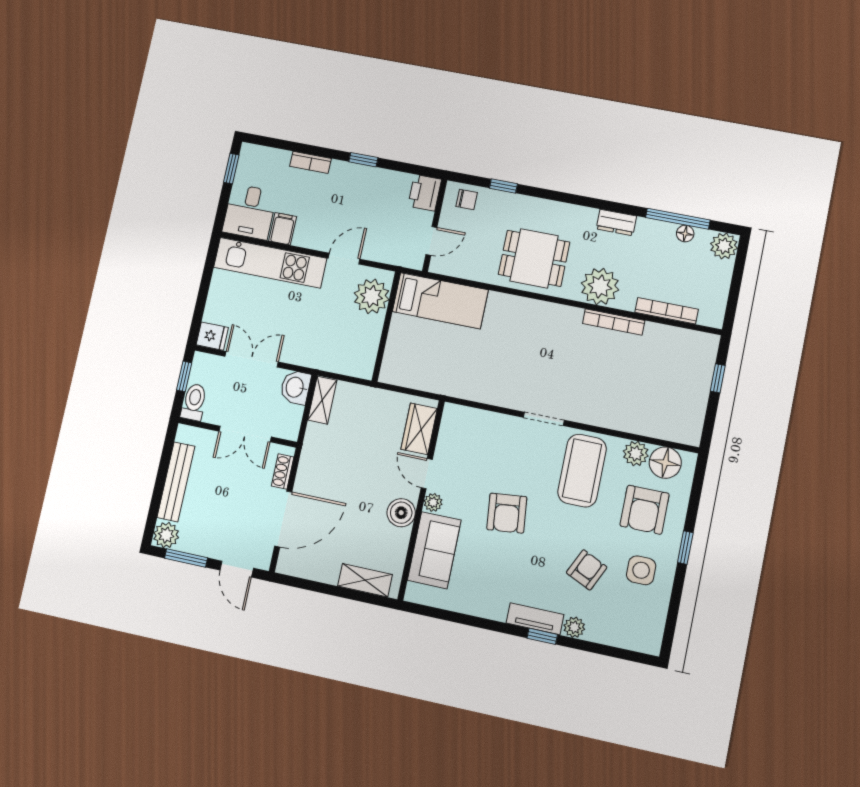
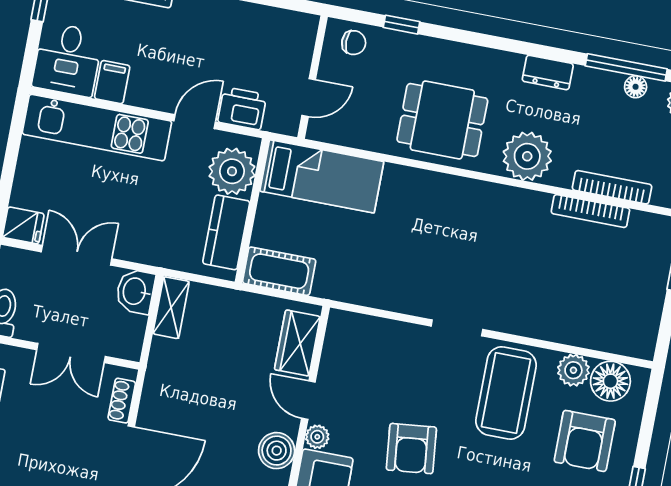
printer: (425, 193) -> (242, 108), moved, turned 90
bookcase: (614, 322) -> (590, 211), moved
kitchen counter: (366, 343) -> (226, 232), added
cot: (406, 373) -> (279, 271), added

